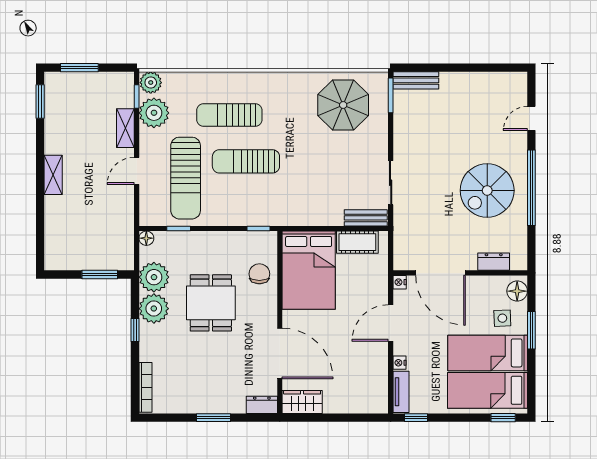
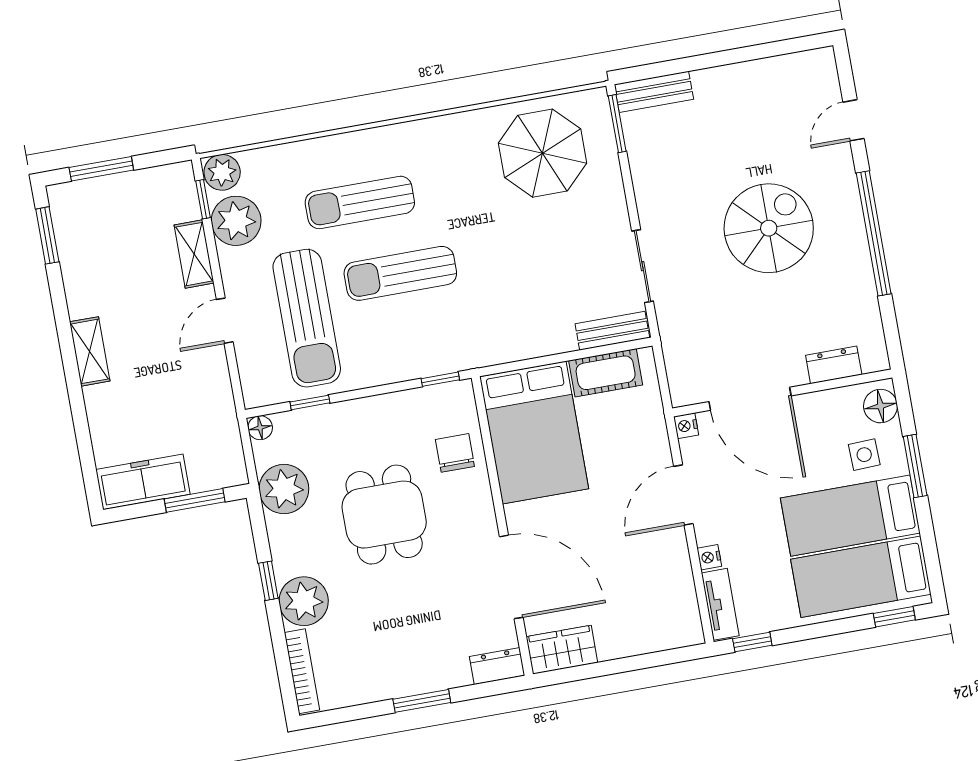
spiral stairs: (487, 190) -> (769, 228), moved, turned 180
freezer: (71, 258) -> (143, 482), added
plant: (154, 309) -> (304, 601), moved

